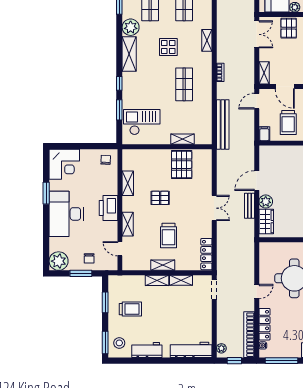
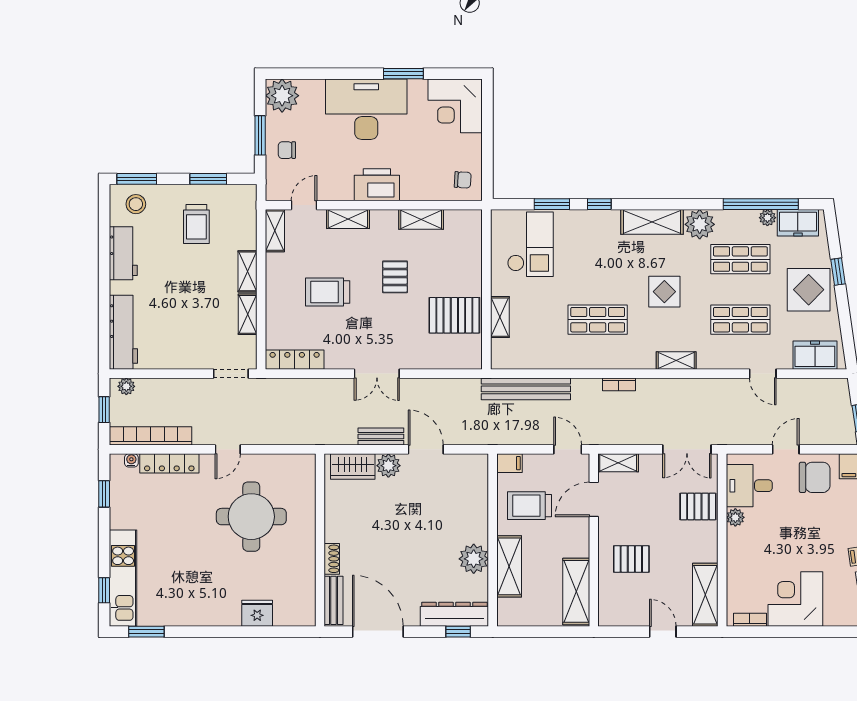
shelving: (163, 265) -> (275, 231), moved
door: (257, 292) -> (228, 449), hinge flipped
window: (282, 361) -> (104, 494), width x0.46

